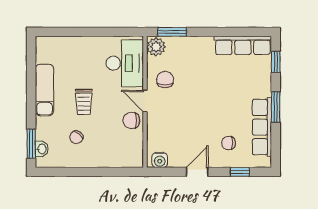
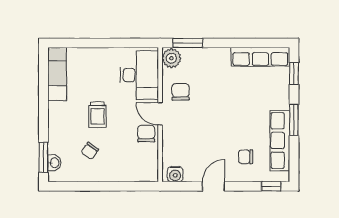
exam couch: (44, 90) -> (57, 74), moved
chair: (131, 120) -> (146, 134), turned 90
window: (240, 172) -> (271, 186), moved

